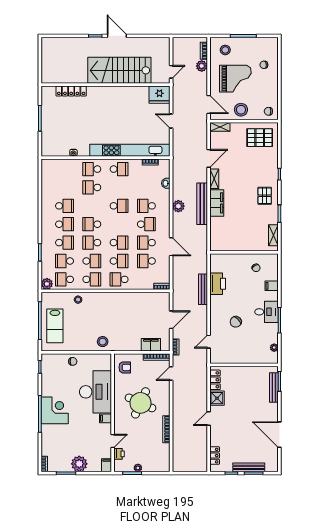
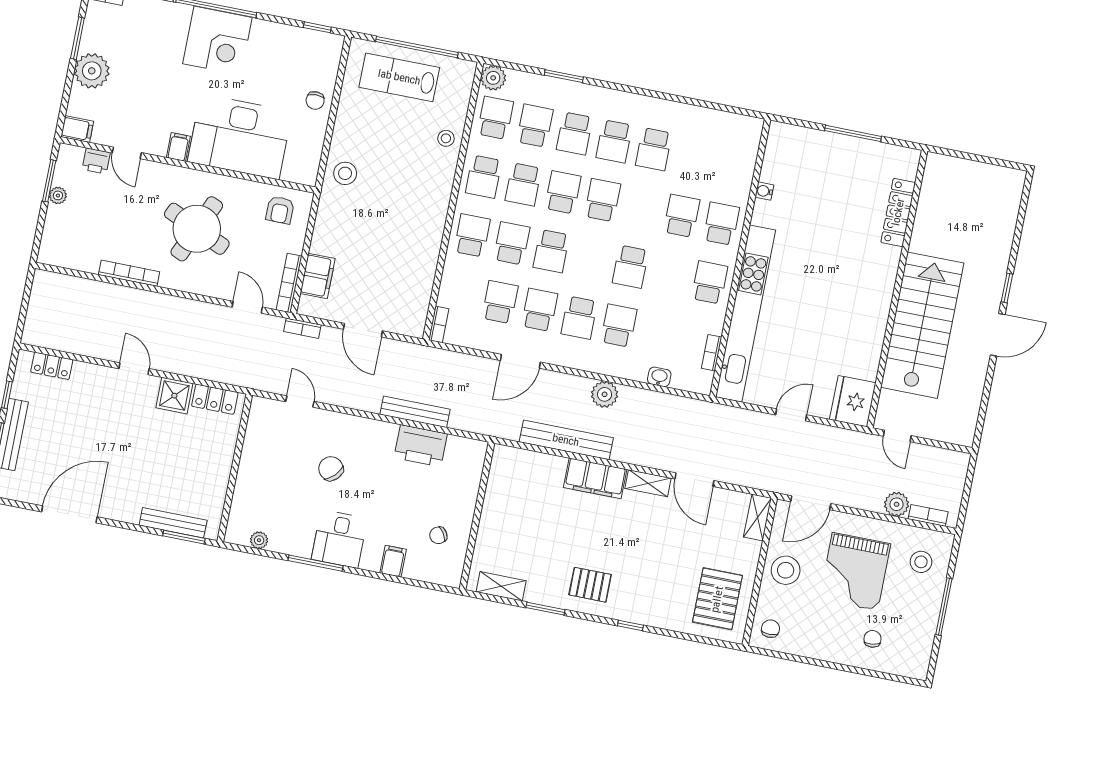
school desk: (119, 169) -> (710, 282), turned 180
bench: (202, 204) -> (566, 440), moved
school desk: (119, 261) -> (512, 243), turned 180

